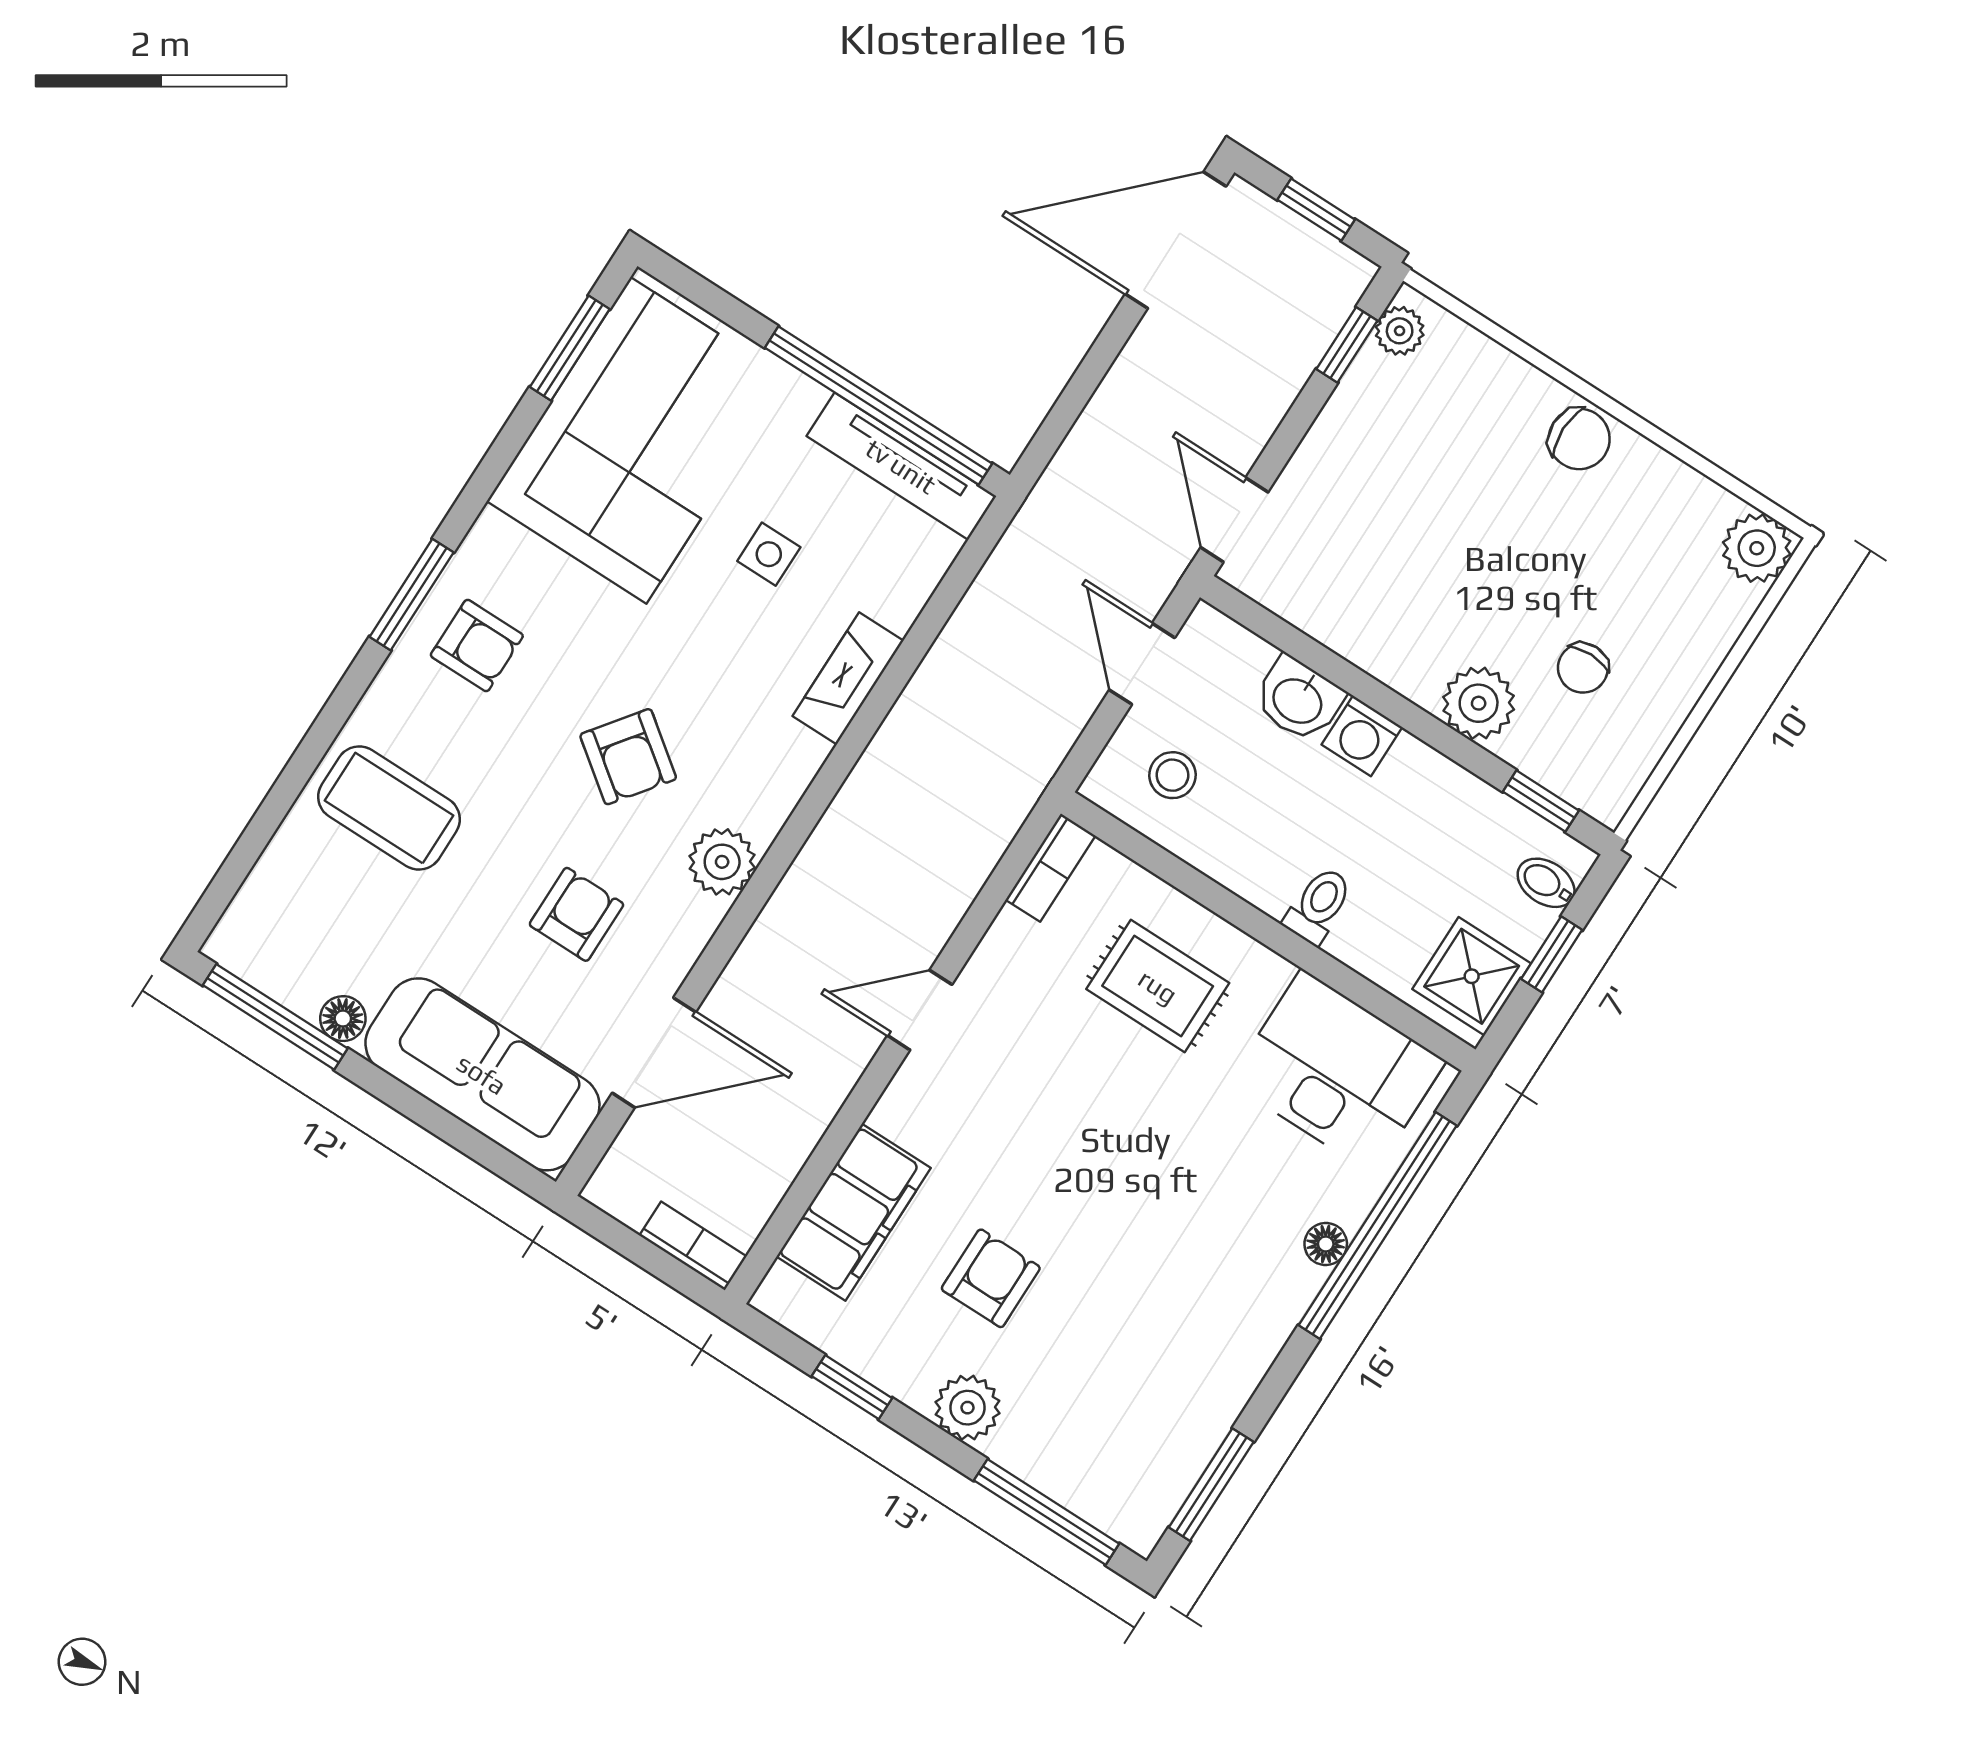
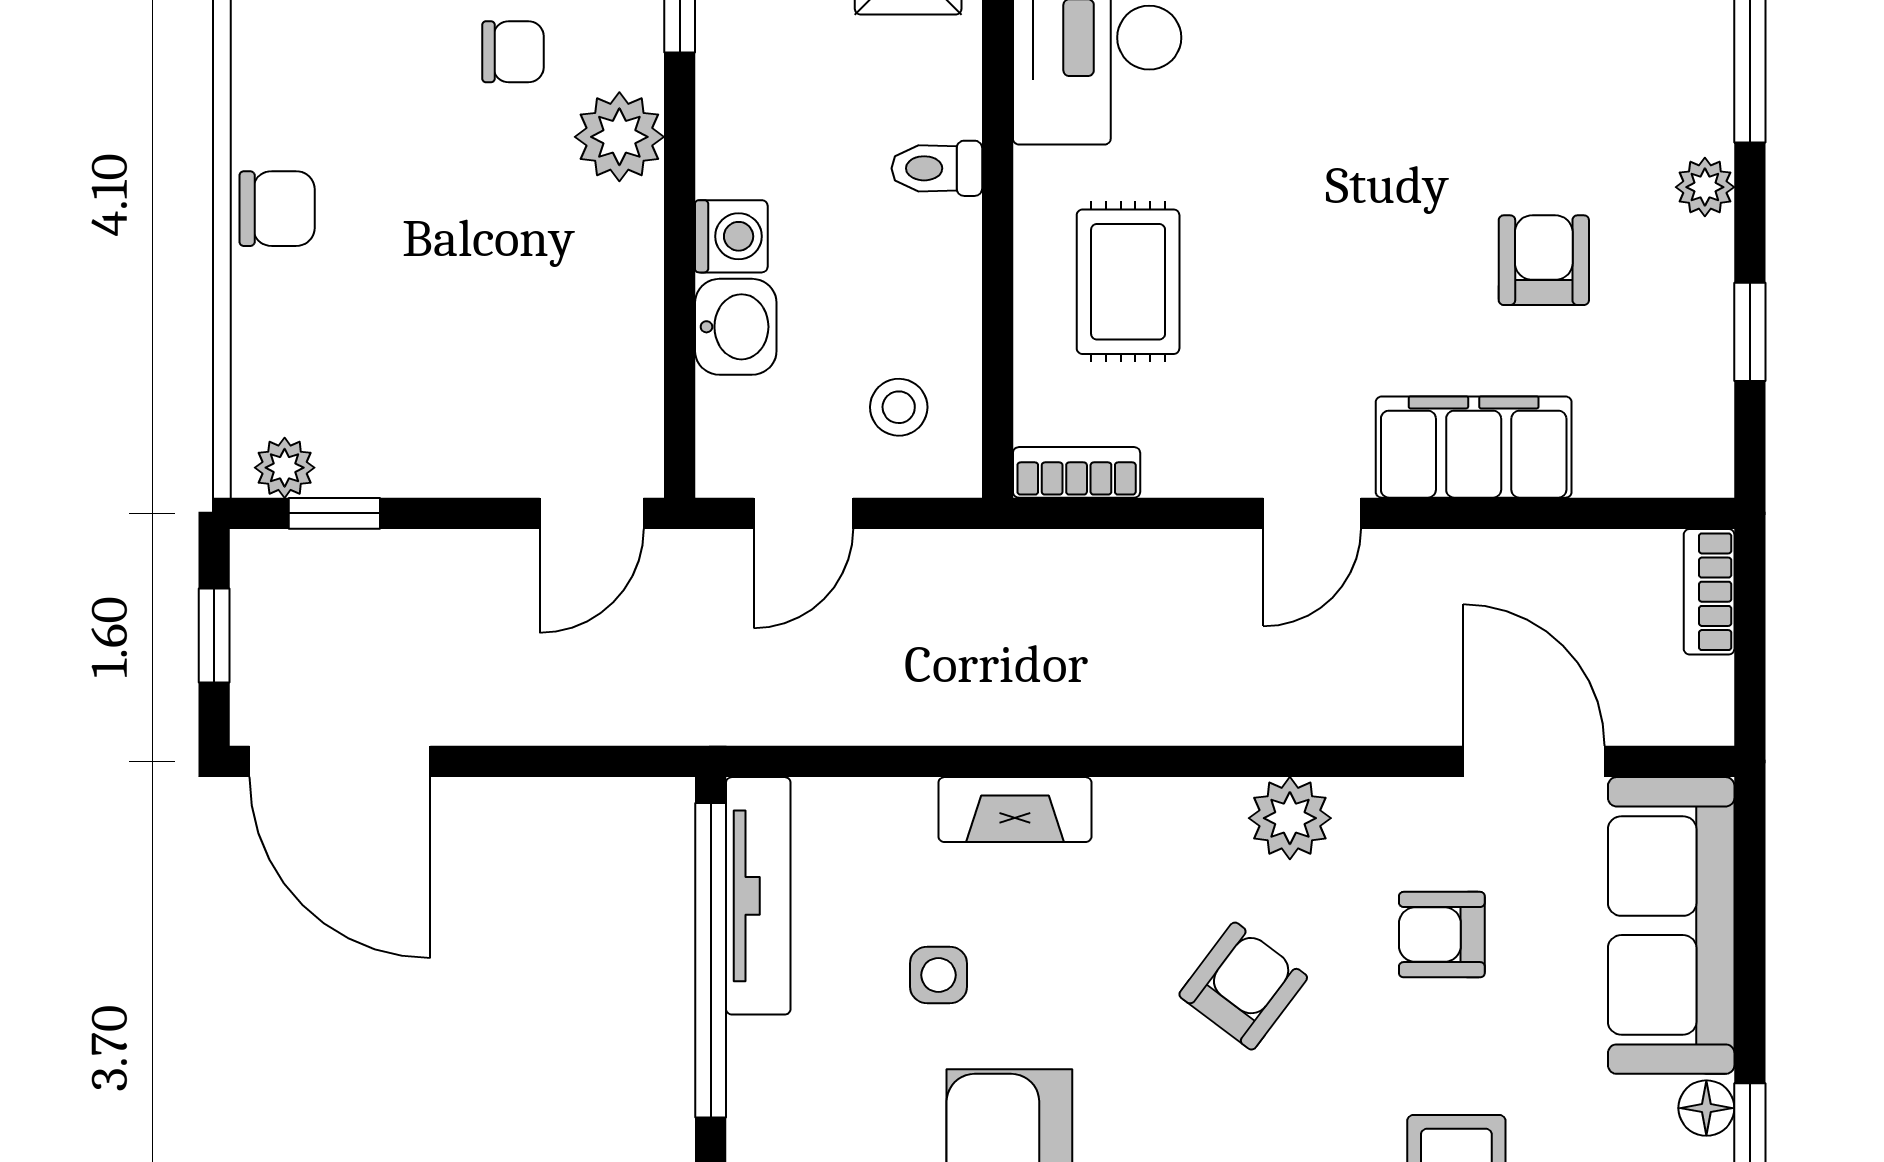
chair: (1579, 439) -> (277, 209), turned 90
door: (920, 1010) -> (1312, 513), hinge flipped
filing cabinet: (854, 1212) -> (1474, 447), moved
armchair: (991, 1278) -> (1544, 260), turned 90
plant: (967, 1408) -> (1705, 187), width x0.73, depth x0.73

